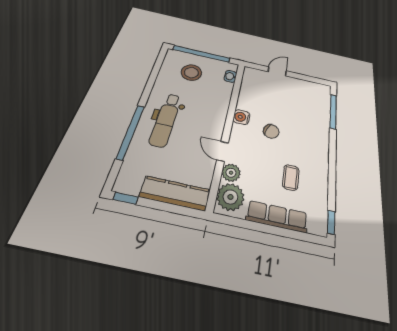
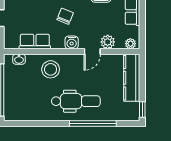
stool: (191, 73) -> (51, 69), moved
row of seats: (247, 95) -> (35, 42), added
water cooler: (241, 117) -> (72, 42), moved
plant: (230, 197) -> (130, 44), width x0.53, depth x0.53

